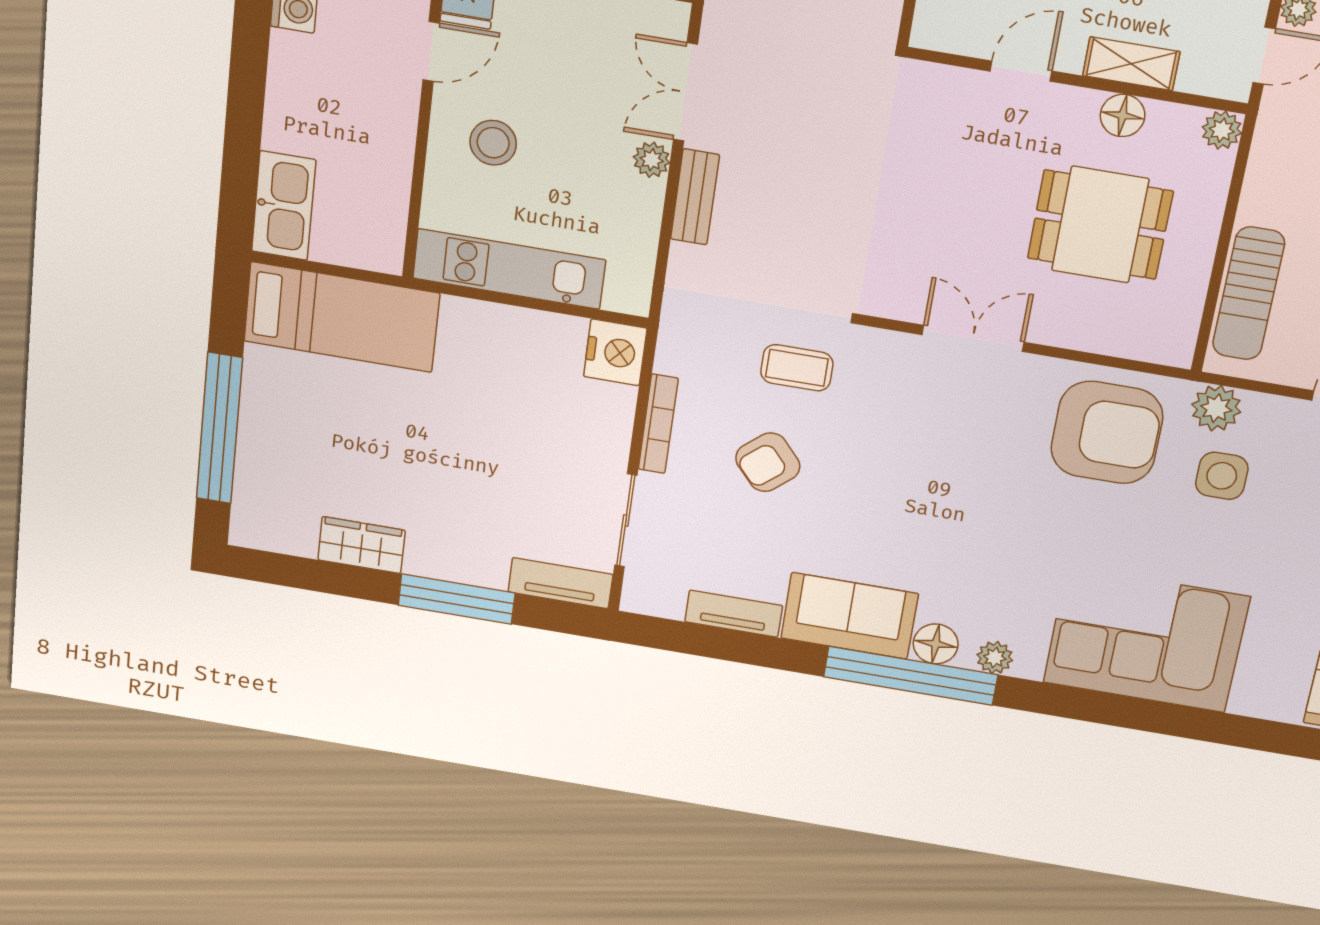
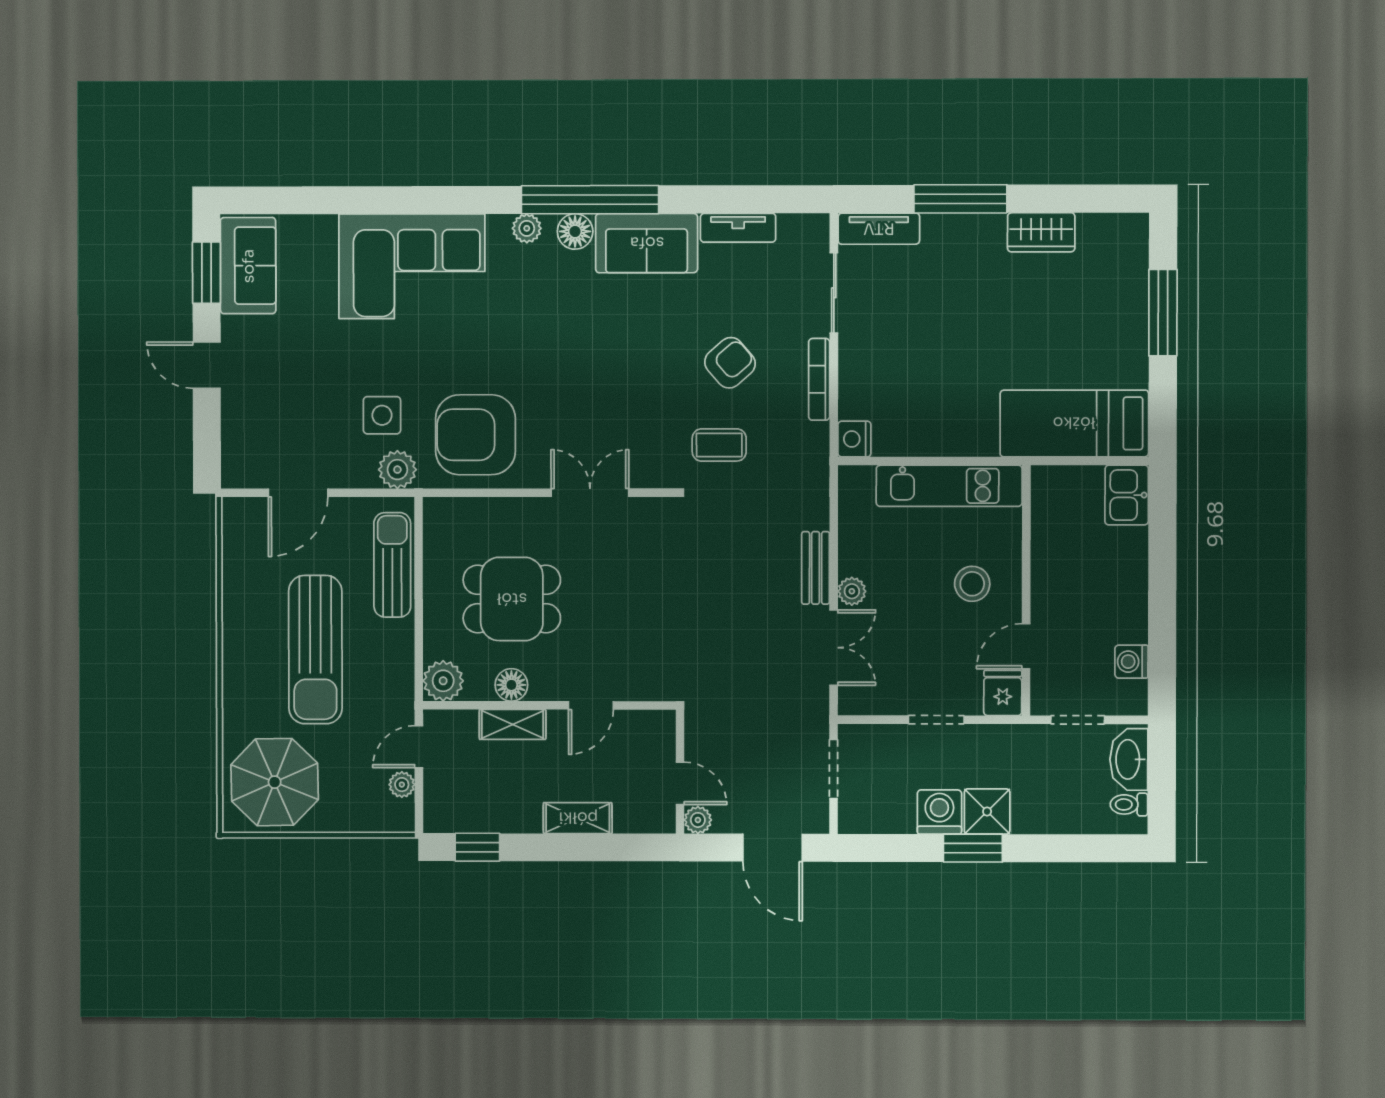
plant: (1222, 130) -> (443, 681), width x1.38, depth x1.38
kitchen sink: (284, 206) -> (1127, 495), width x0.73
double door: (973, 338) -> (590, 493), swing flipped
nightstand: (615, 352) -> (854, 439), width x0.74, depth x0.75
window: (219, 428) -> (1163, 313), width x0.68

